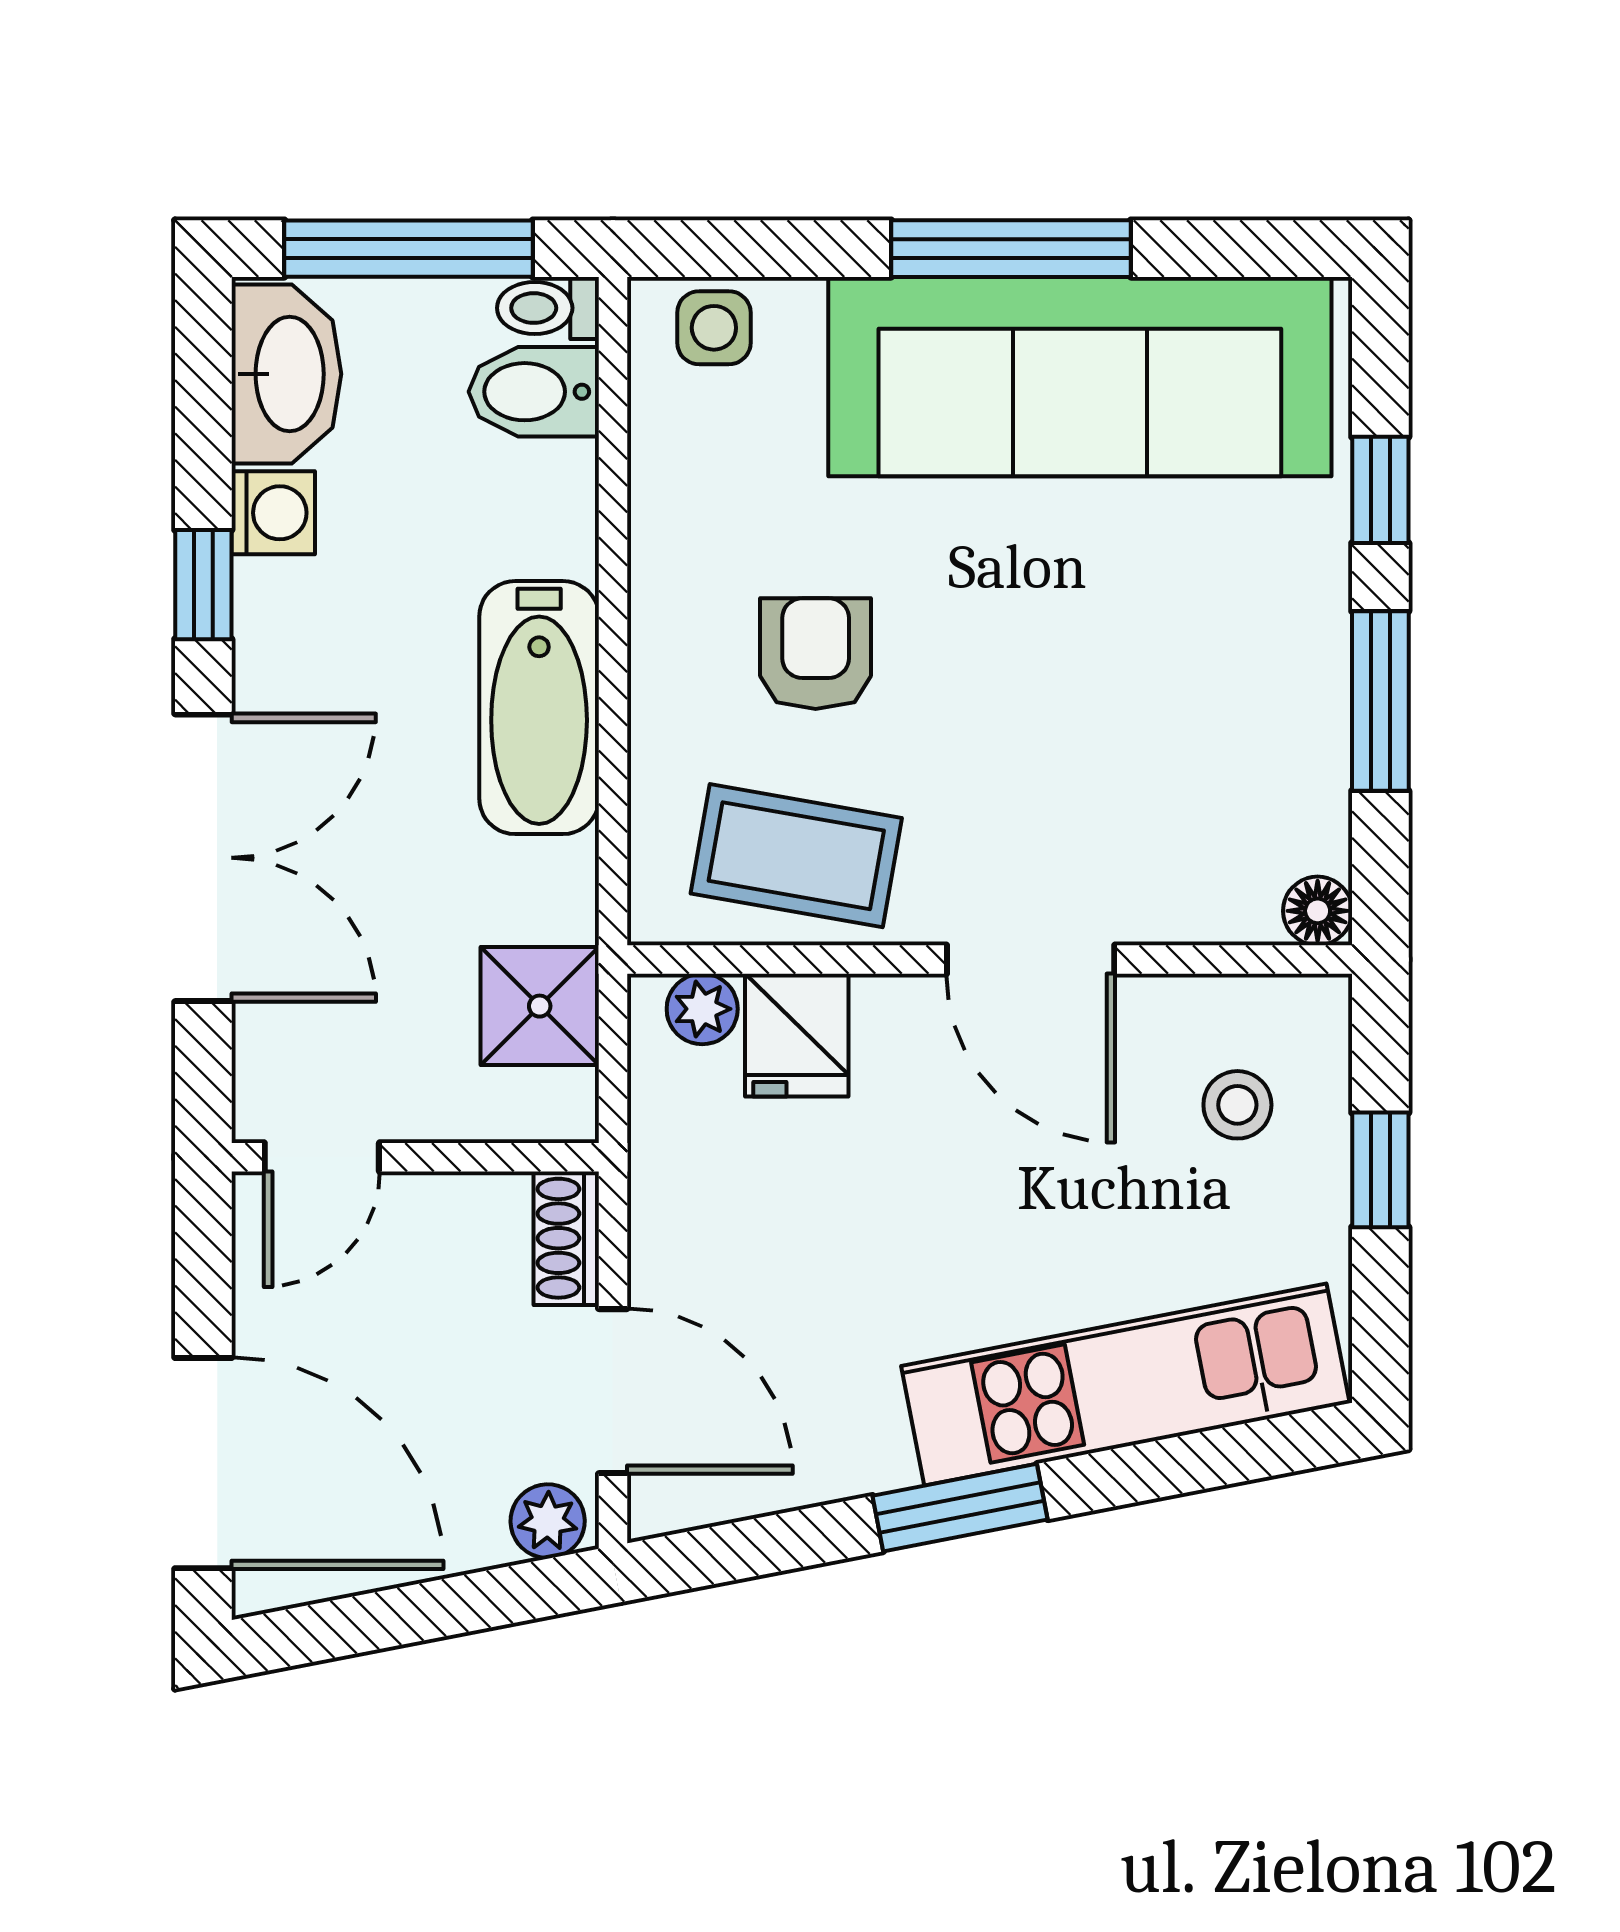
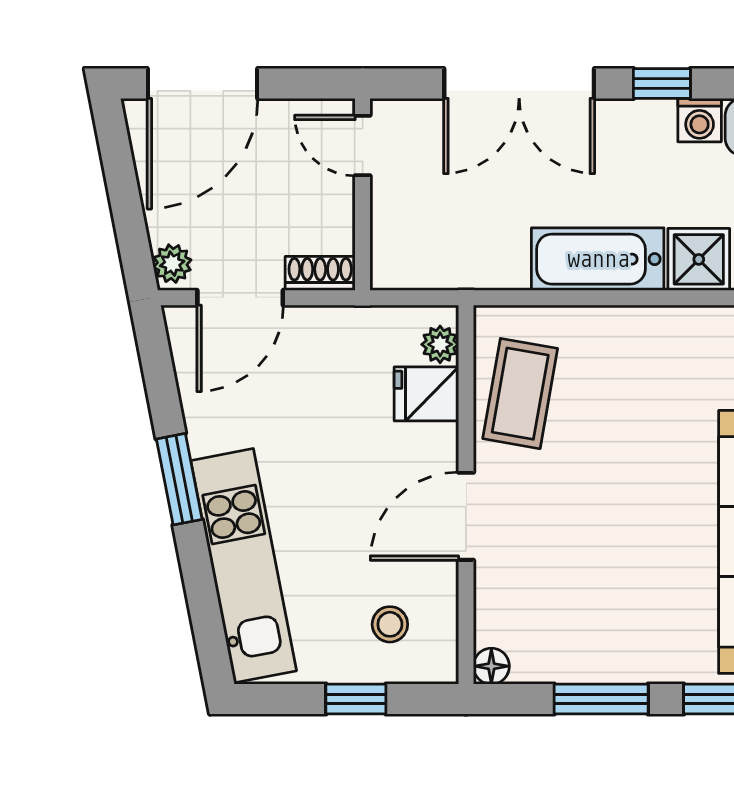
armchair: (816, 654) -> (626, 404), removed
shower: (540, 1006) -> (699, 259), moved

